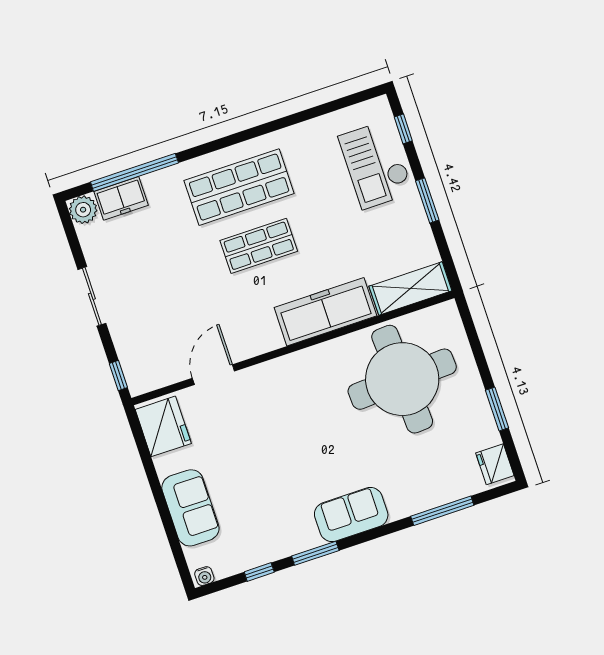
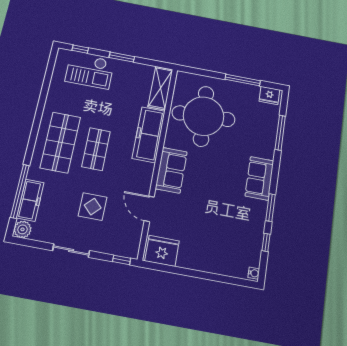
freezer: (121, 198) -> (30, 200), width x1.40
display table: (171, 290) -> (93, 207), added
window: (497, 409) -> (243, 80), width x1.44
sofa: (190, 508) -> (171, 170), moved, turned 90

